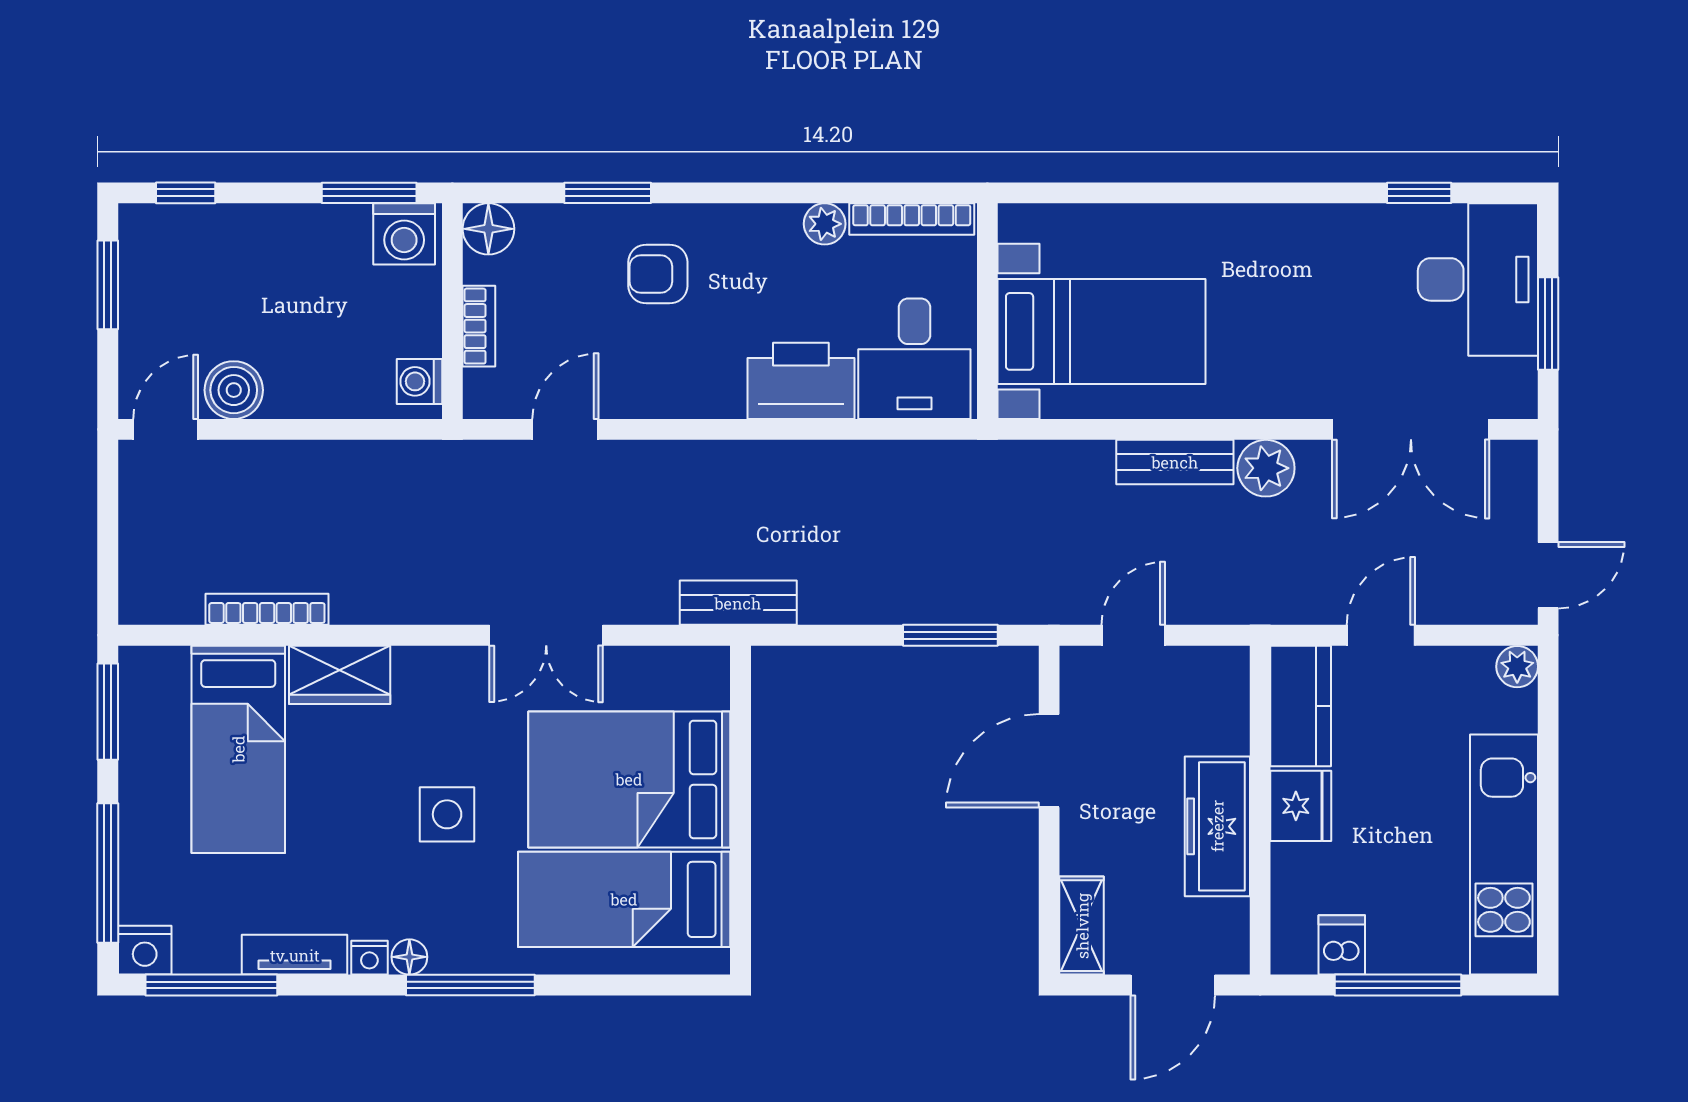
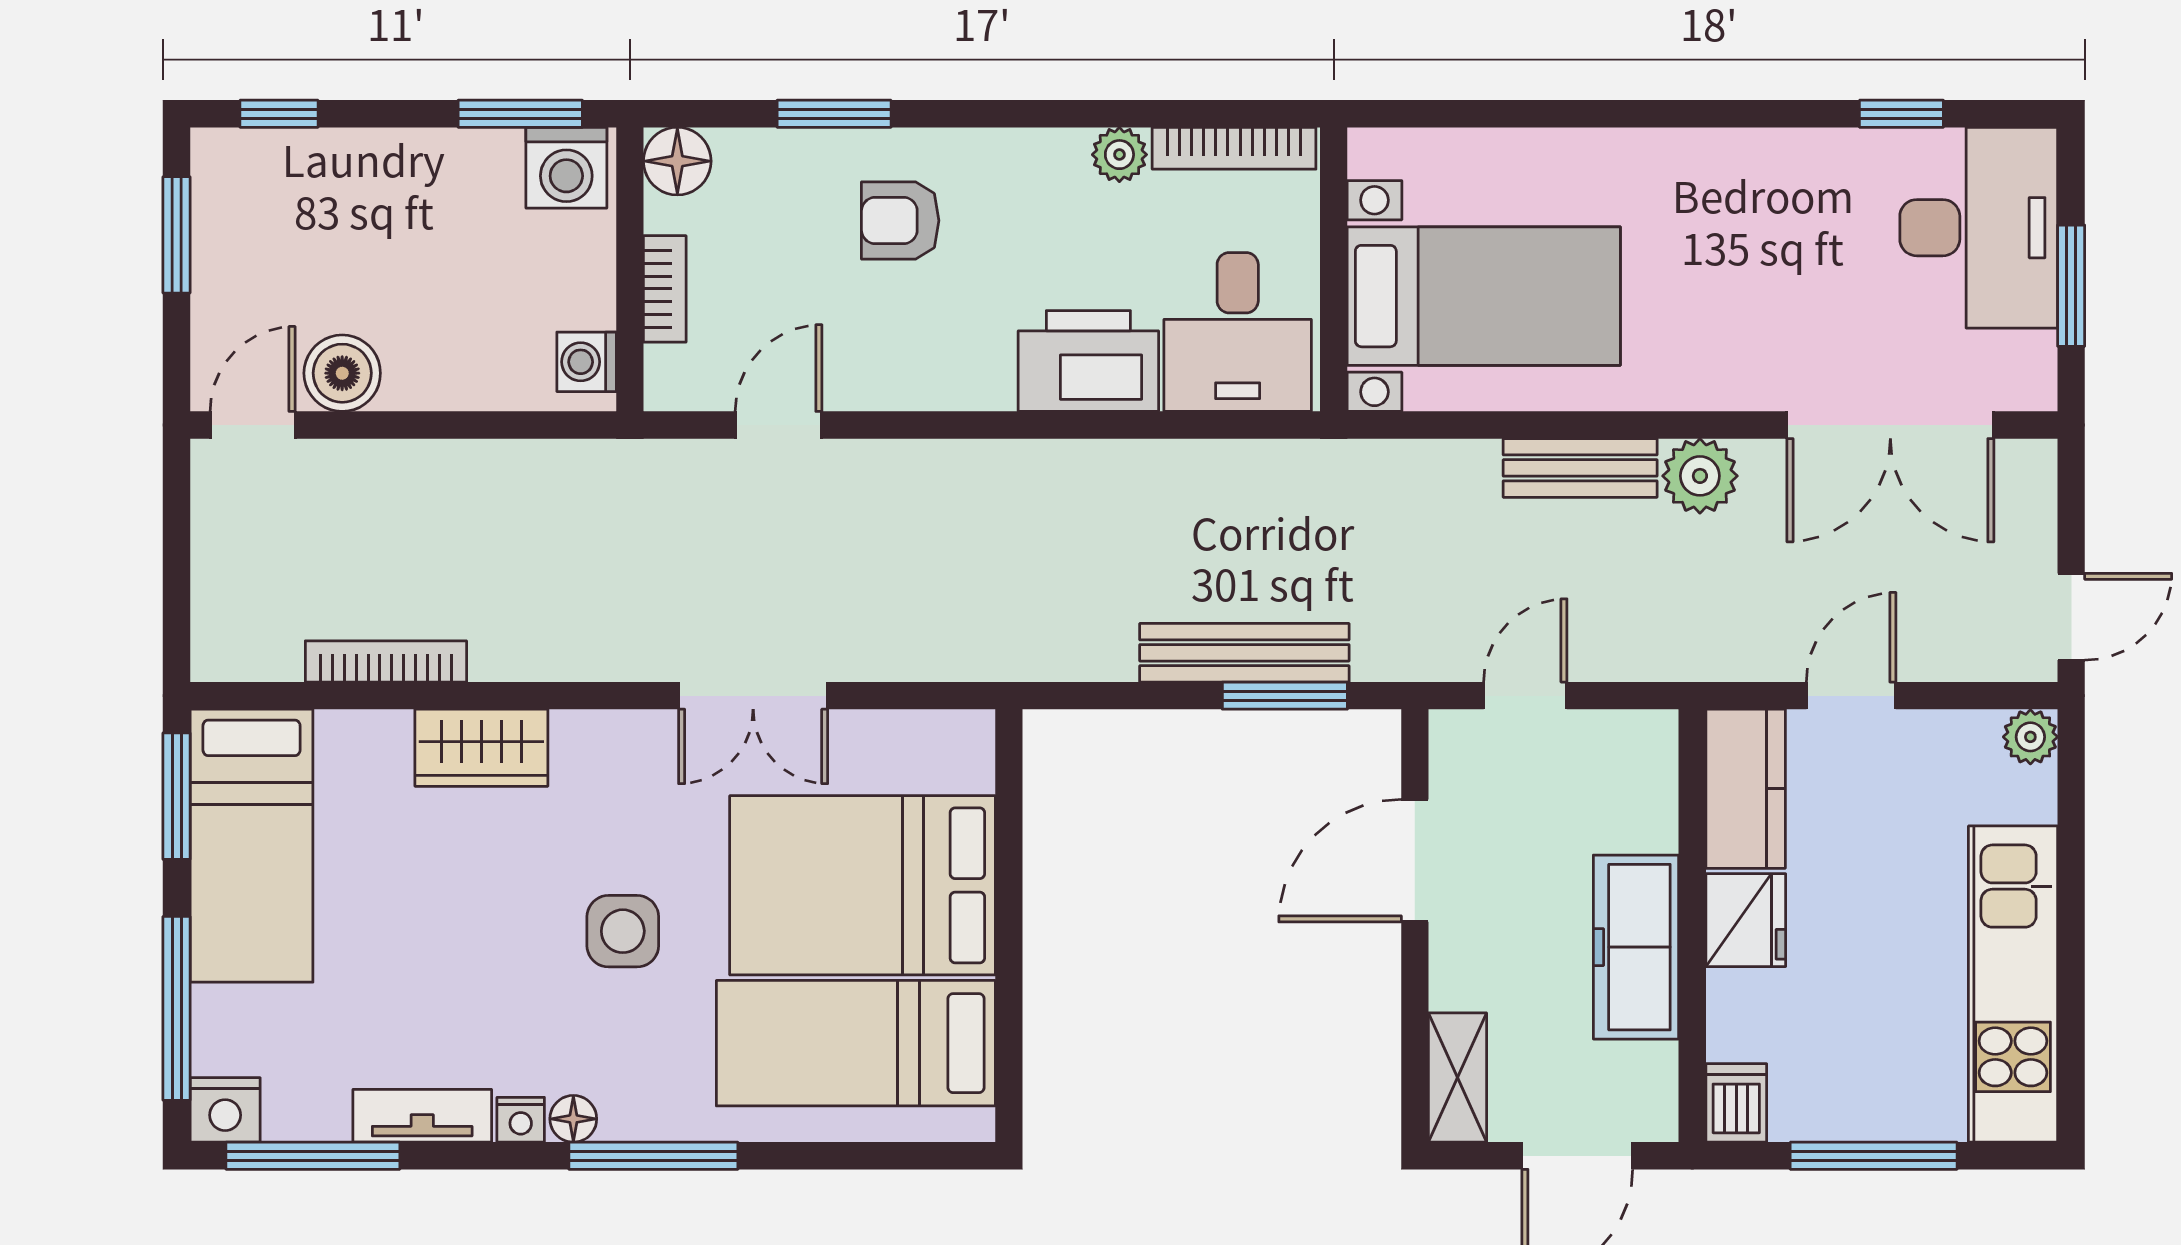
bench: (738, 603) -> (1244, 653), moved, width x1.36
bed: (238, 749) -> (252, 846), moved
dishwasher: (1342, 945) -> (1736, 1103), moved

